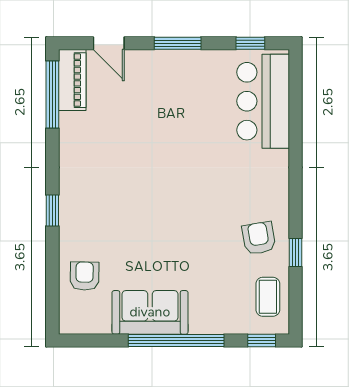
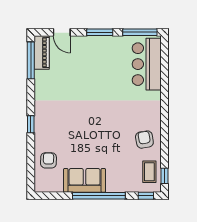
window: (250, 43) -> (140, 32), width x2.17
window: (295, 253) -> (165, 176), moved

